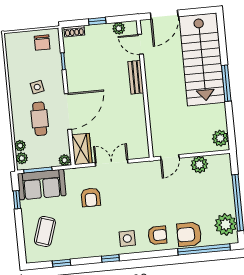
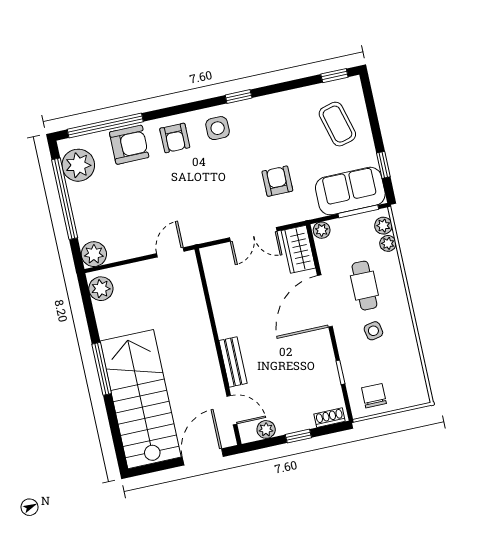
plant: (199, 165) -> (94, 254), moved
coffee table: (45, 231) -> (337, 124), turned -33
armchair: (157, 235) -> (175, 138), turned -90
window: (61, 263) -> (334, 76), moved

